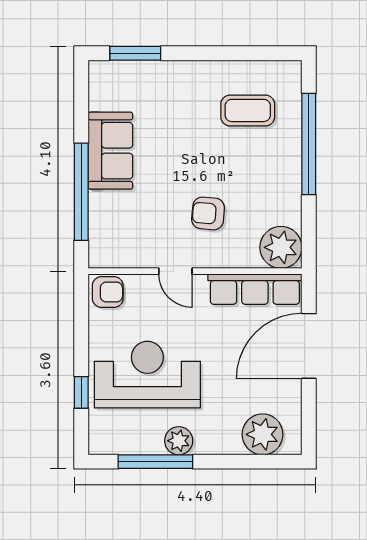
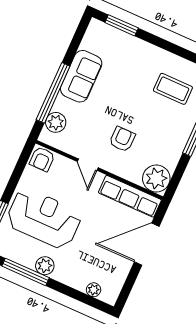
armchair: (208, 213) -> (122, 139), turned 85
plant: (104, 232) -> (56, 122), added
armchair: (108, 292) -> (42, 159), turned 90
plant: (263, 434) -> (94, 290), width x0.53, depth x0.53

